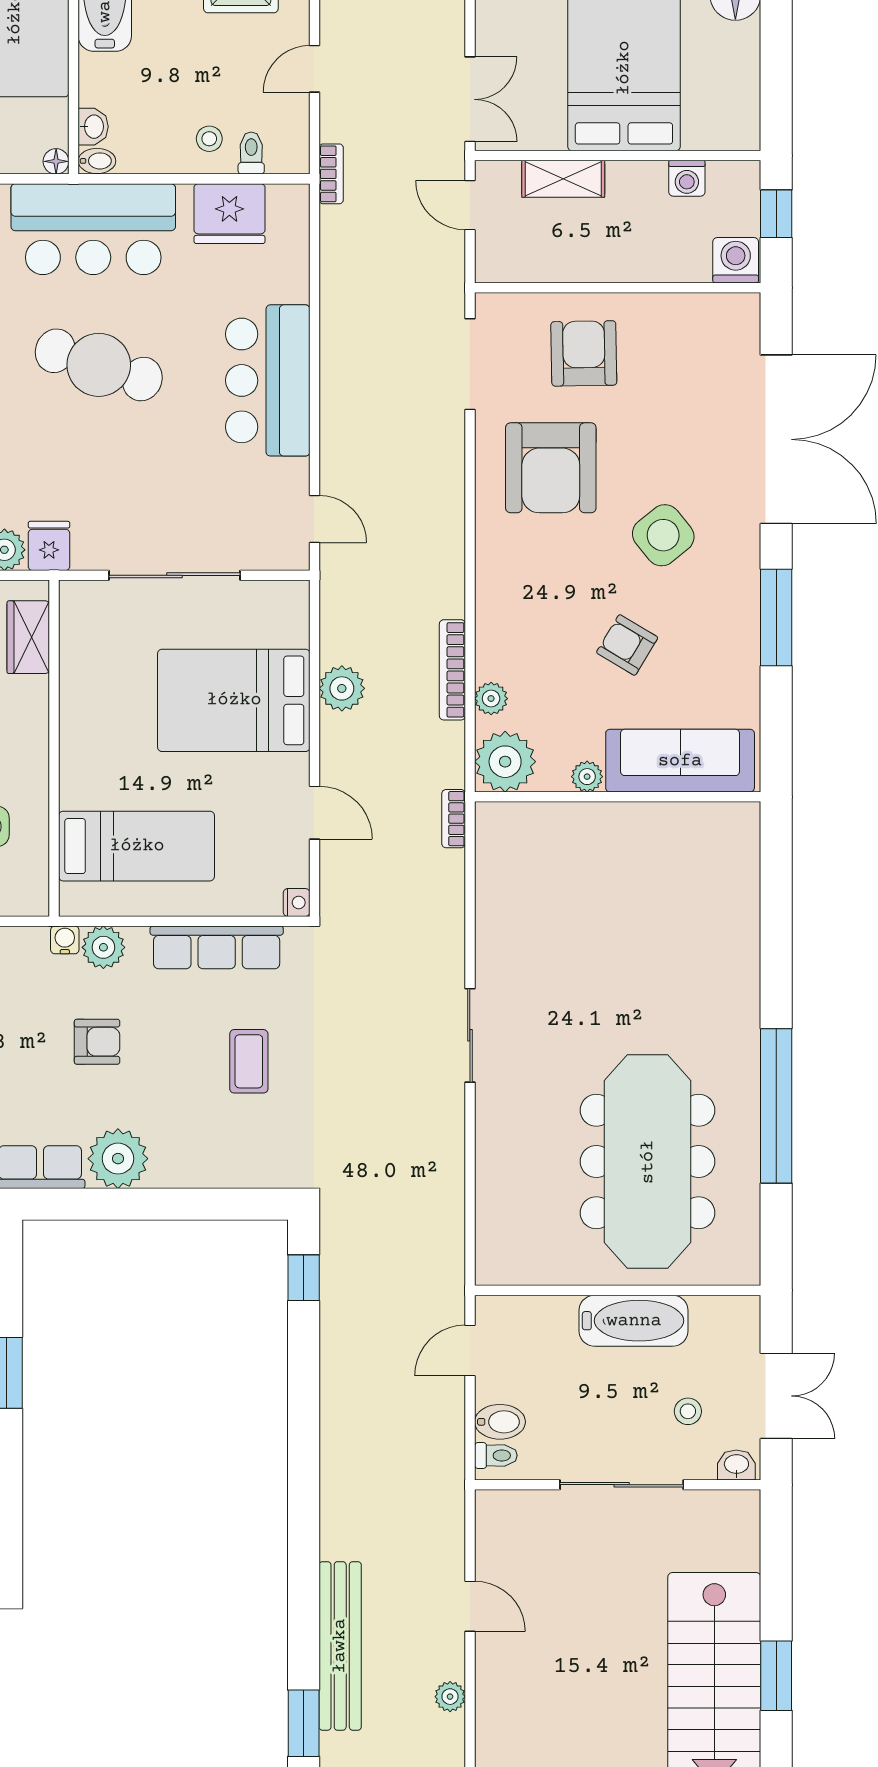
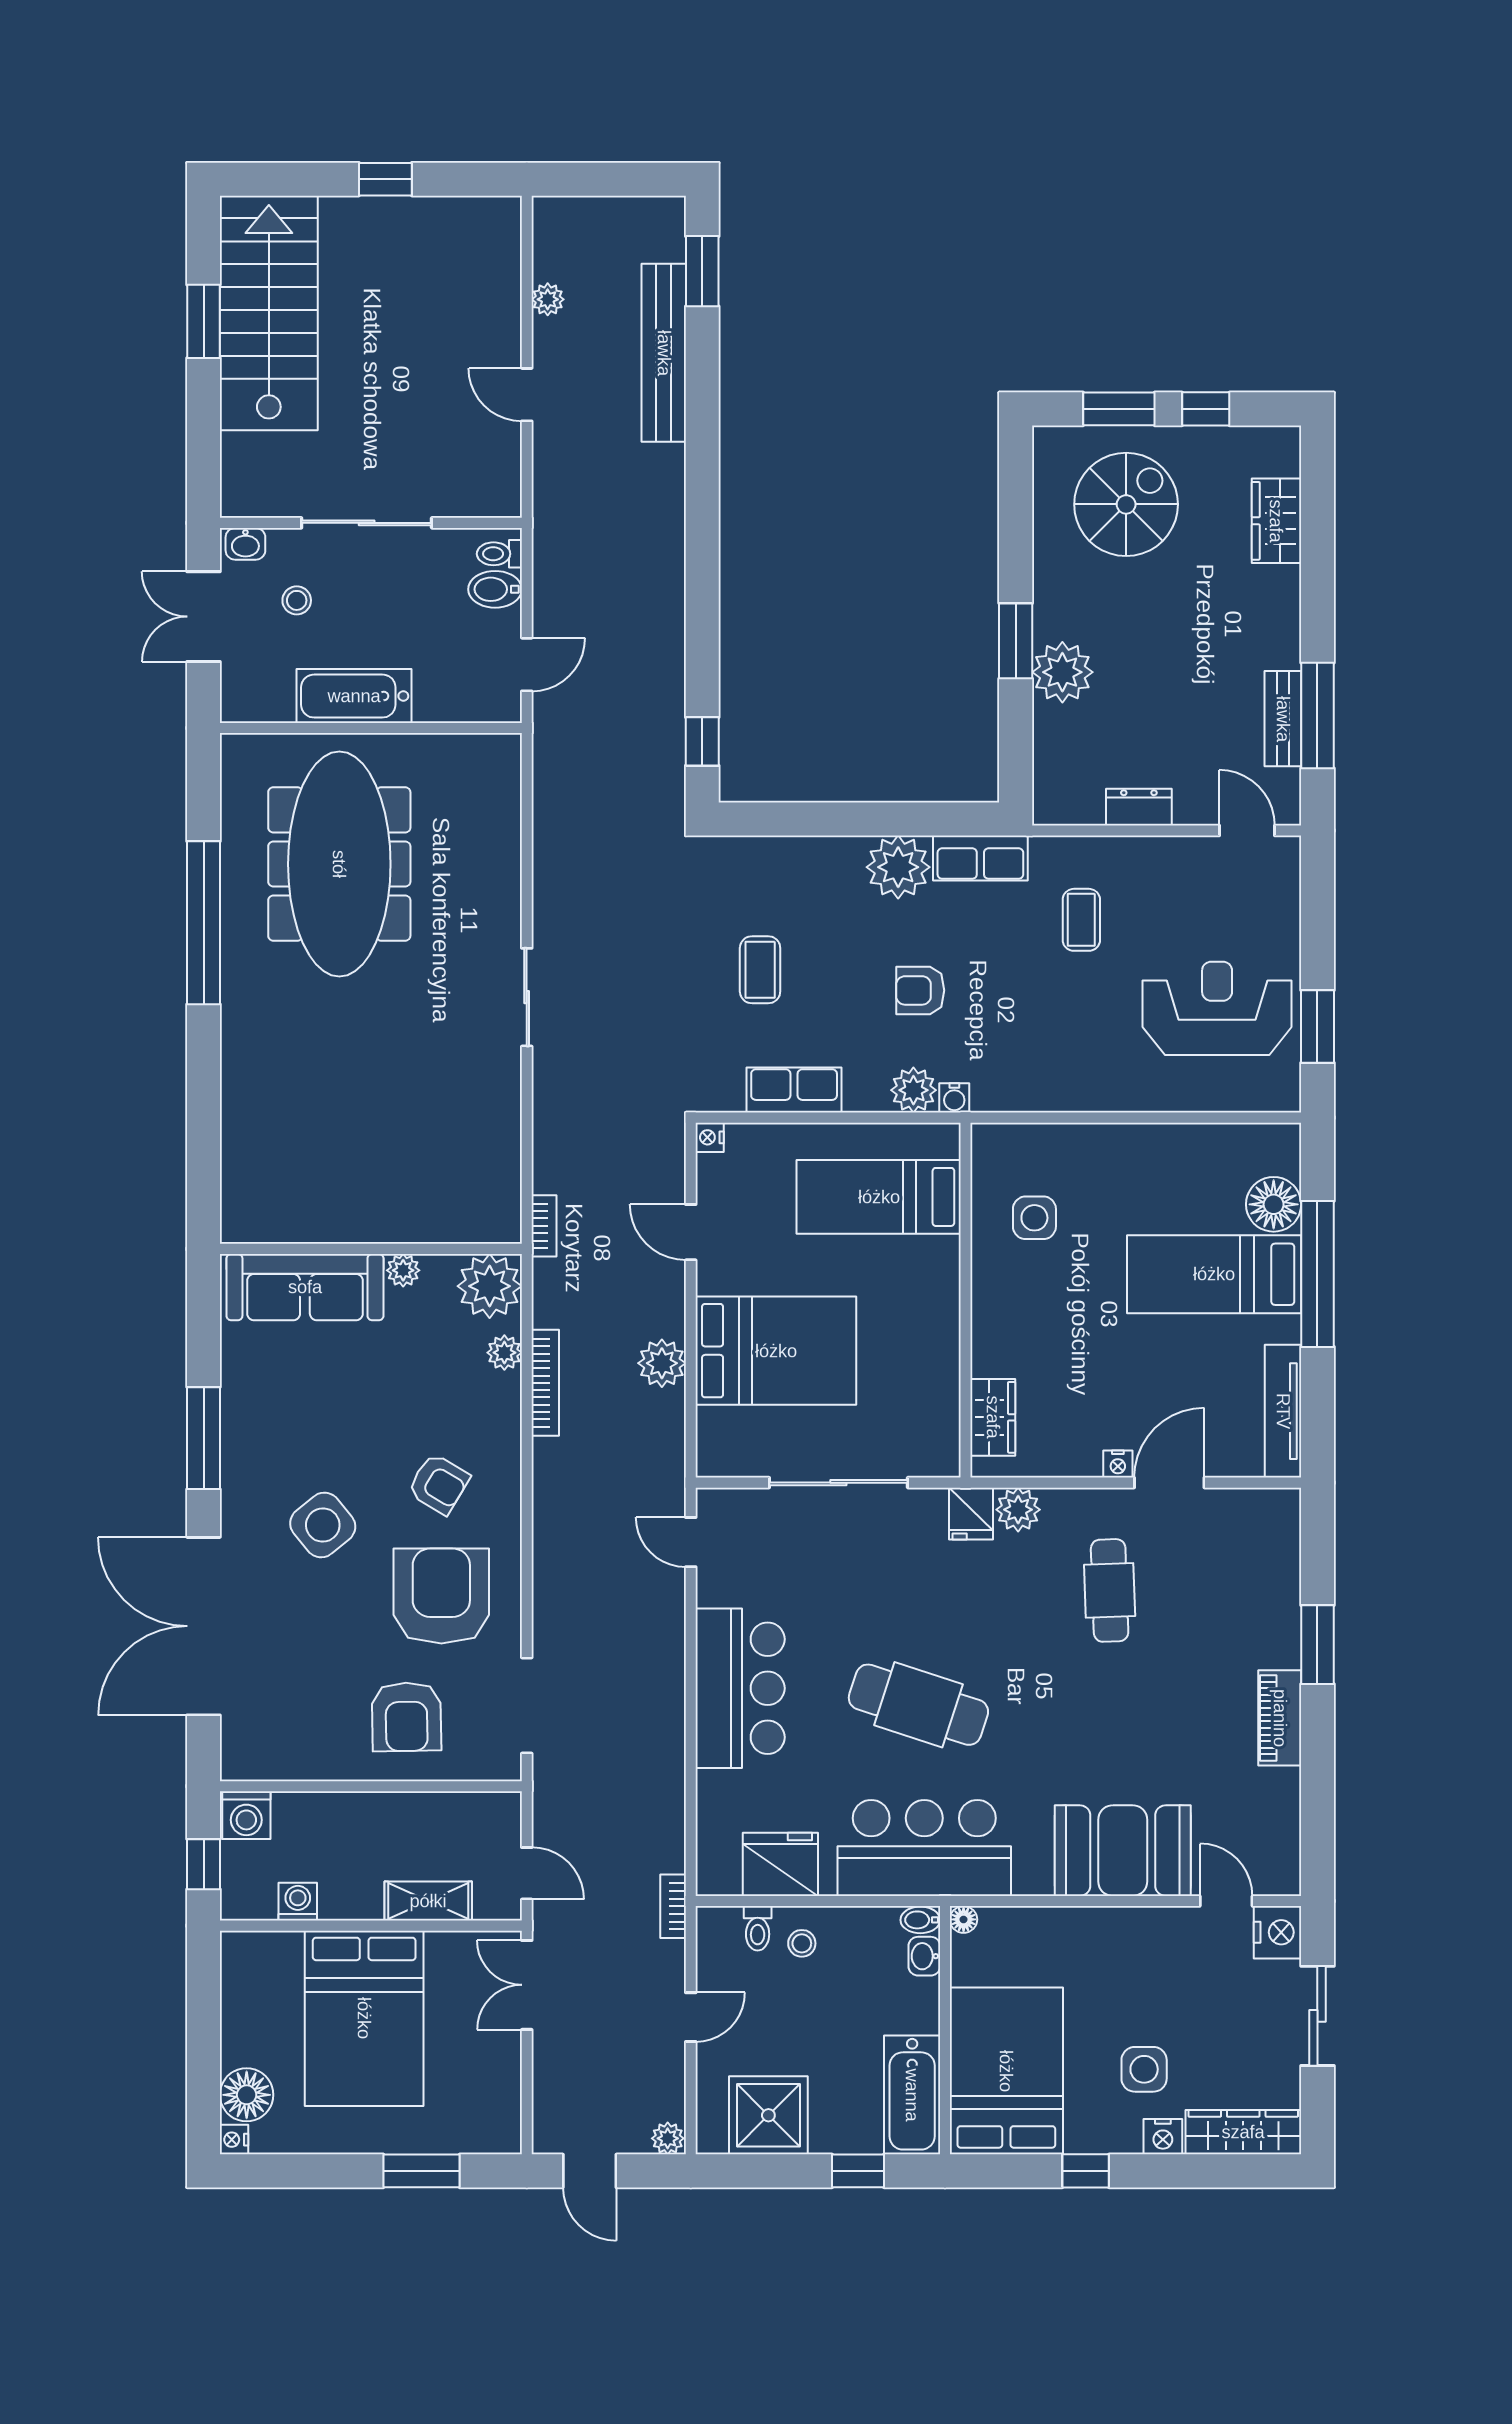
armchair: (627, 645) -> (439, 1484), moved
row of seats: (217, 947) -> (794, 1090), width x0.68

